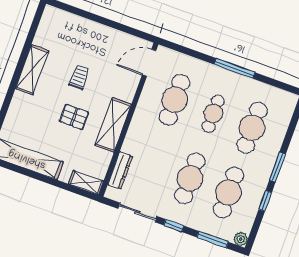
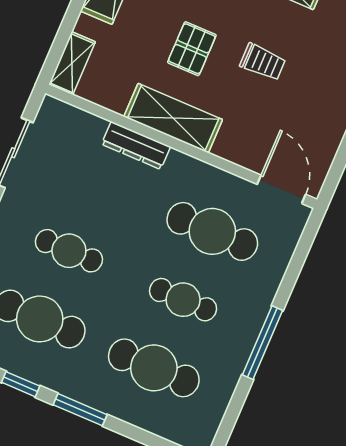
dresser: (120, 170) -> (136, 145), moved
cafe table: (190, 178) -> (69, 251), width x0.73, depth x0.74

